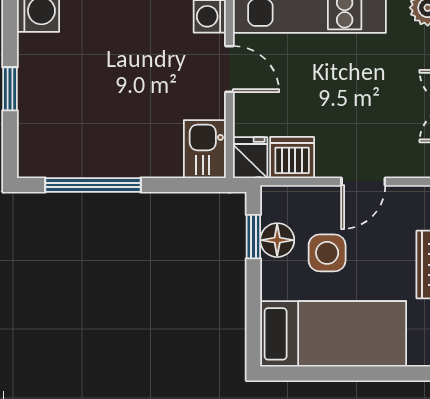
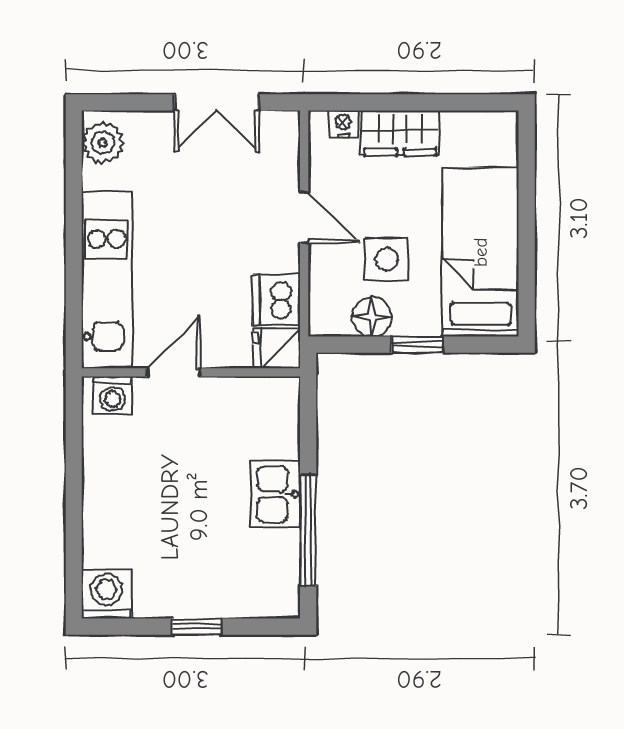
kitchen sink: (205, 149) -> (276, 494), moved, turned 90
window: (253, 237) -> (417, 345), moved

